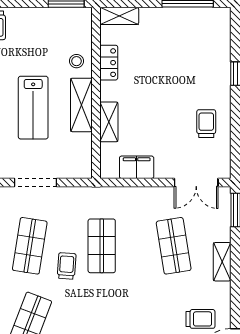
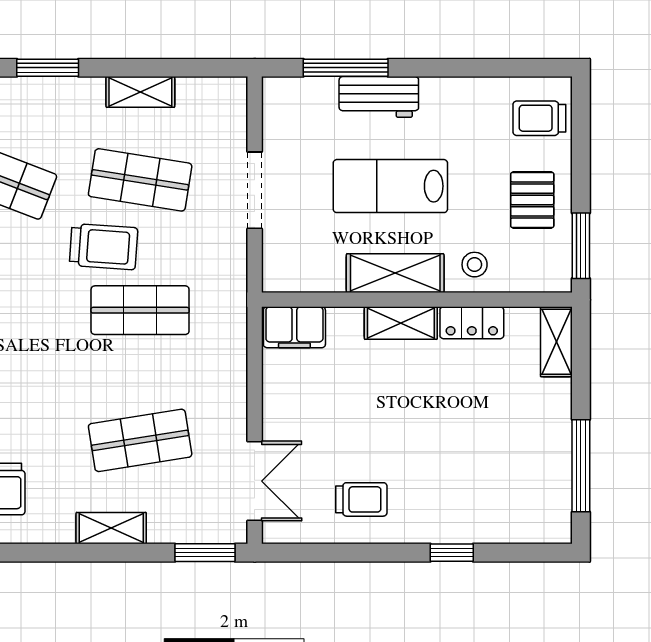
pallet: (41, 29) -> (532, 200), added
shelving: (109, 122) -> (401, 323), moved
filing cabinet: (137, 167) -> (294, 327), moved, turned 90
double door: (196, 183) -> (255, 481), swing flipped
trolley: (67, 266) -> (104, 247), width x1.36, depth x1.39

